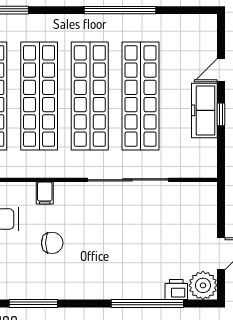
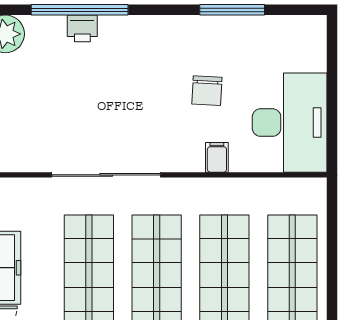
chair: (52, 243) -> (207, 91), turned -87
printer: (176, 289) -> (82, 28), moved

